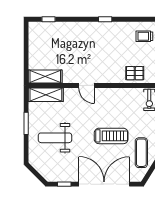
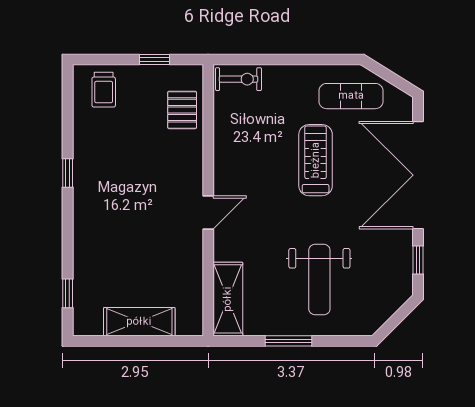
shelving: (45, 76) -> (139, 322), moved, turned 90

